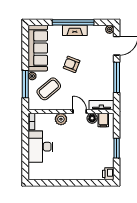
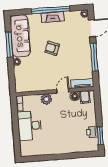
window: (25, 84) -> (9, 45), moved
coffee table: (49, 89) -> (33, 72), removed
door: (80, 111) -> (63, 91), hinge flipped
window: (117, 148) -> (100, 136), moved
printer: (108, 174) -> (92, 132), moved

